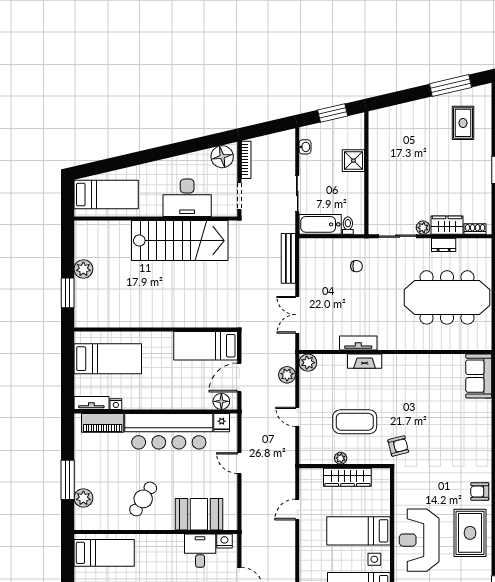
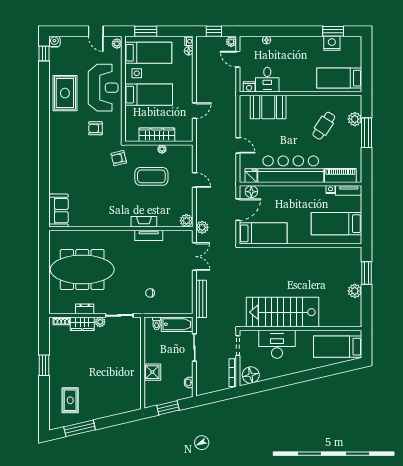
plant: (287, 375) -> (202, 227), moved
armchair: (480, 492) -> (95, 128), moved, turned 180
cafe table: (143, 499) -> (324, 126), moved

